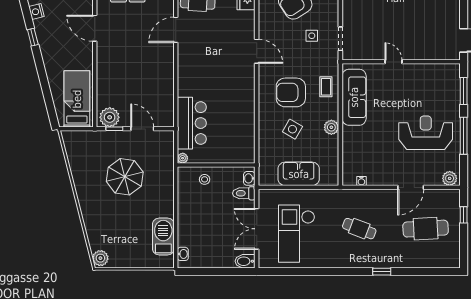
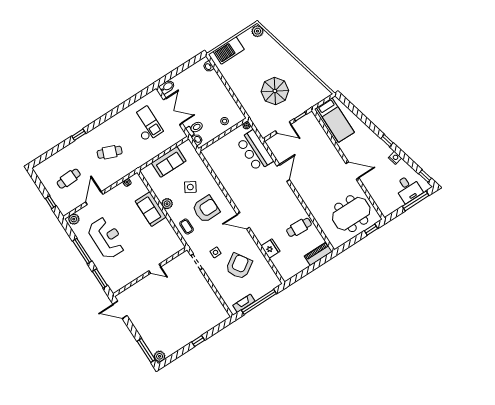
door: (176, 30) -> (283, 173), moved
sofa: (354, 97) -> (151, 209), moved, width x0.73
plant: (110, 117) -> (308, 122), removed
reception desk: (426, 133) -> (107, 238), turned -90
cafe table: (426, 229) -> (69, 179), width x0.73, depth x0.74
checkout: (297, 234) -> (146, 124), width x0.73, depth x0.83
barbecue: (163, 236) -> (229, 50), moved, turned 90

